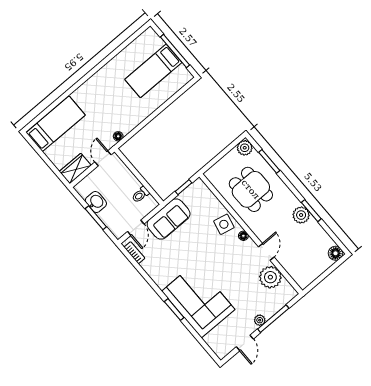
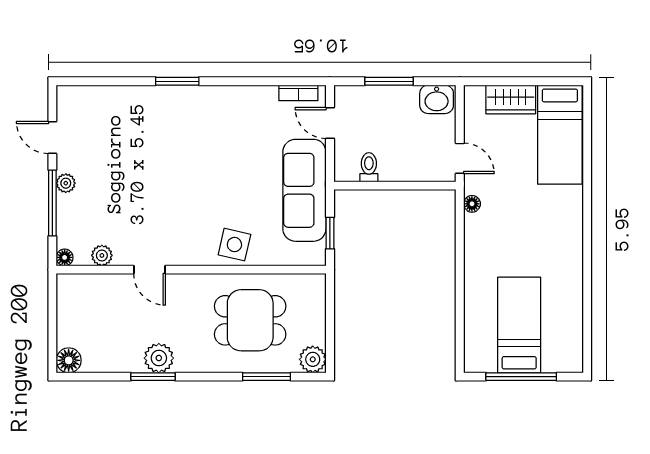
wardrobe: (75, 168) -> (511, 99), moved, turned 90
washbasin: (96, 202) -> (437, 99), moved
sofa: (169, 219) -> (304, 190), width x1.36
floor lamp: (243, 236) -> (65, 257), moved
plant: (270, 277) -> (102, 255), width x0.53, depth x0.53
corner sofa: (198, 300) -> (162, 124), removed

